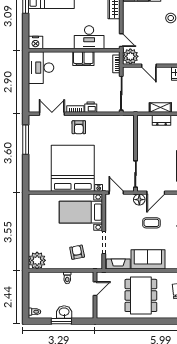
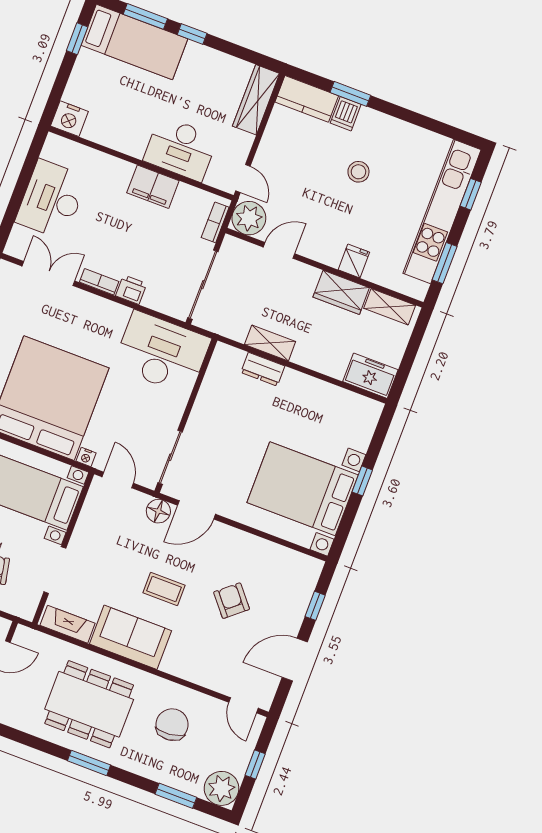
door: (149, 66) -> (279, 250), swing flipped
desk: (41, 68) -> (52, 199), moved
armchair: (79, 127) -> (92, 321), removed
desk: (115, 130) -> (162, 353), added
coffee table: (151, 223) -> (164, 589), moved
dining table: (141, 295) -> (89, 704), turned 90
window: (151, 321) -> (89, 763), added

